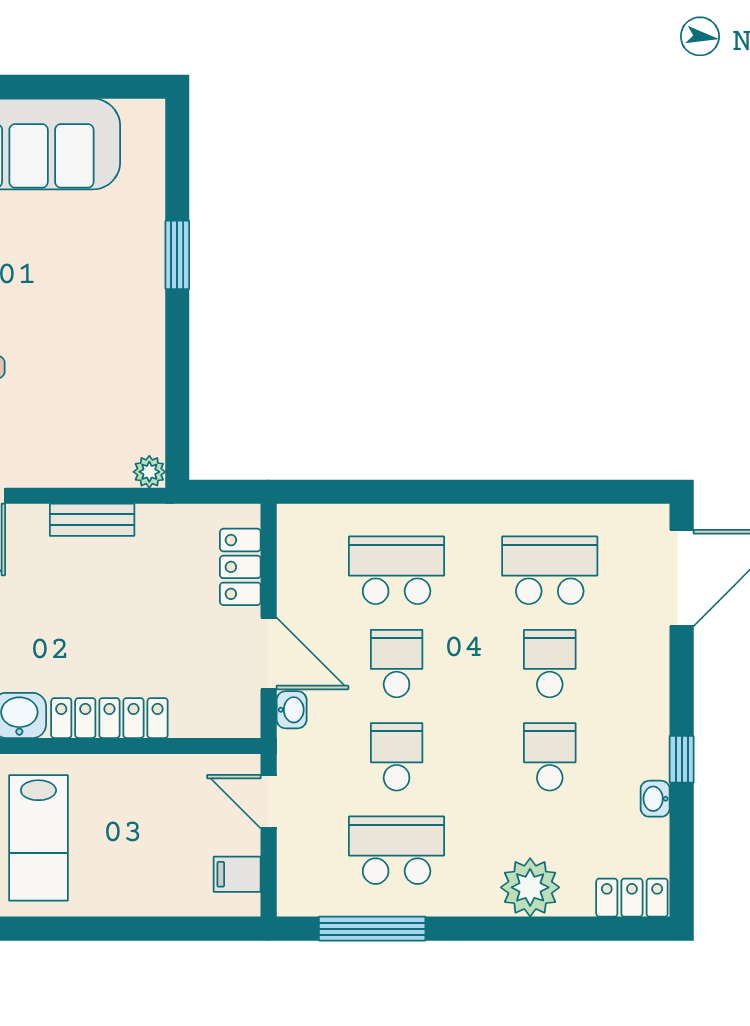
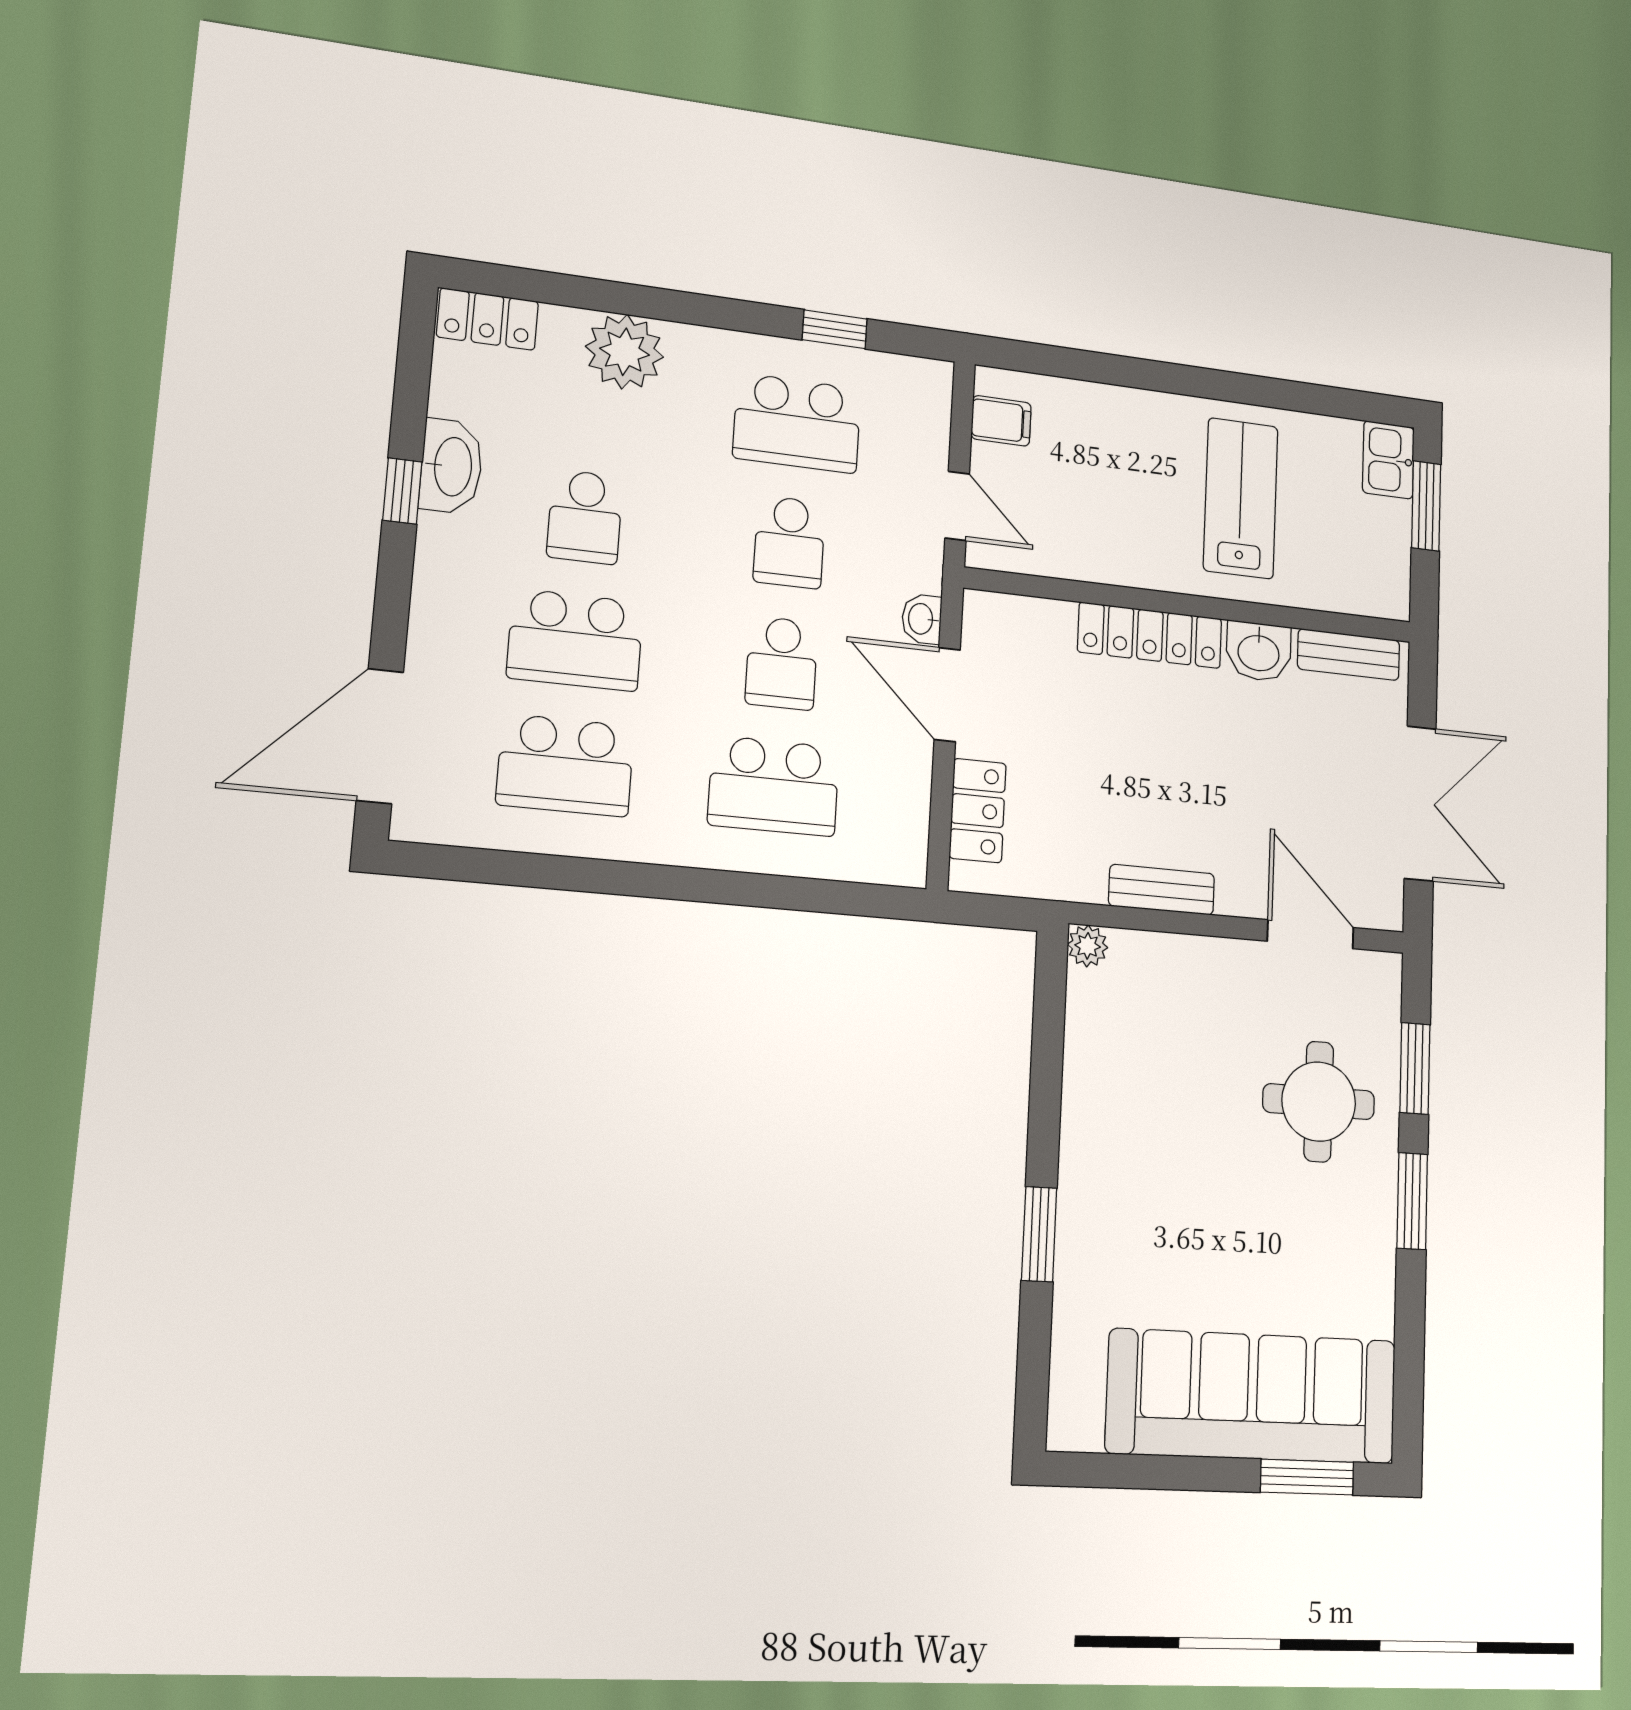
school desk: (550, 664) -> (575, 640), width x1.85
washbasin: (655, 799) -> (451, 466), width x1.91, depth x1.45
window: (372, 929) -> (835, 329), width x0.46

